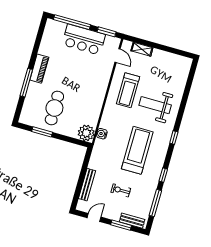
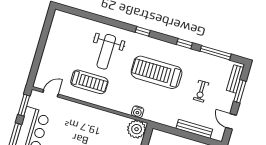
shelving: (142, 49) -> (44, 66), removed

